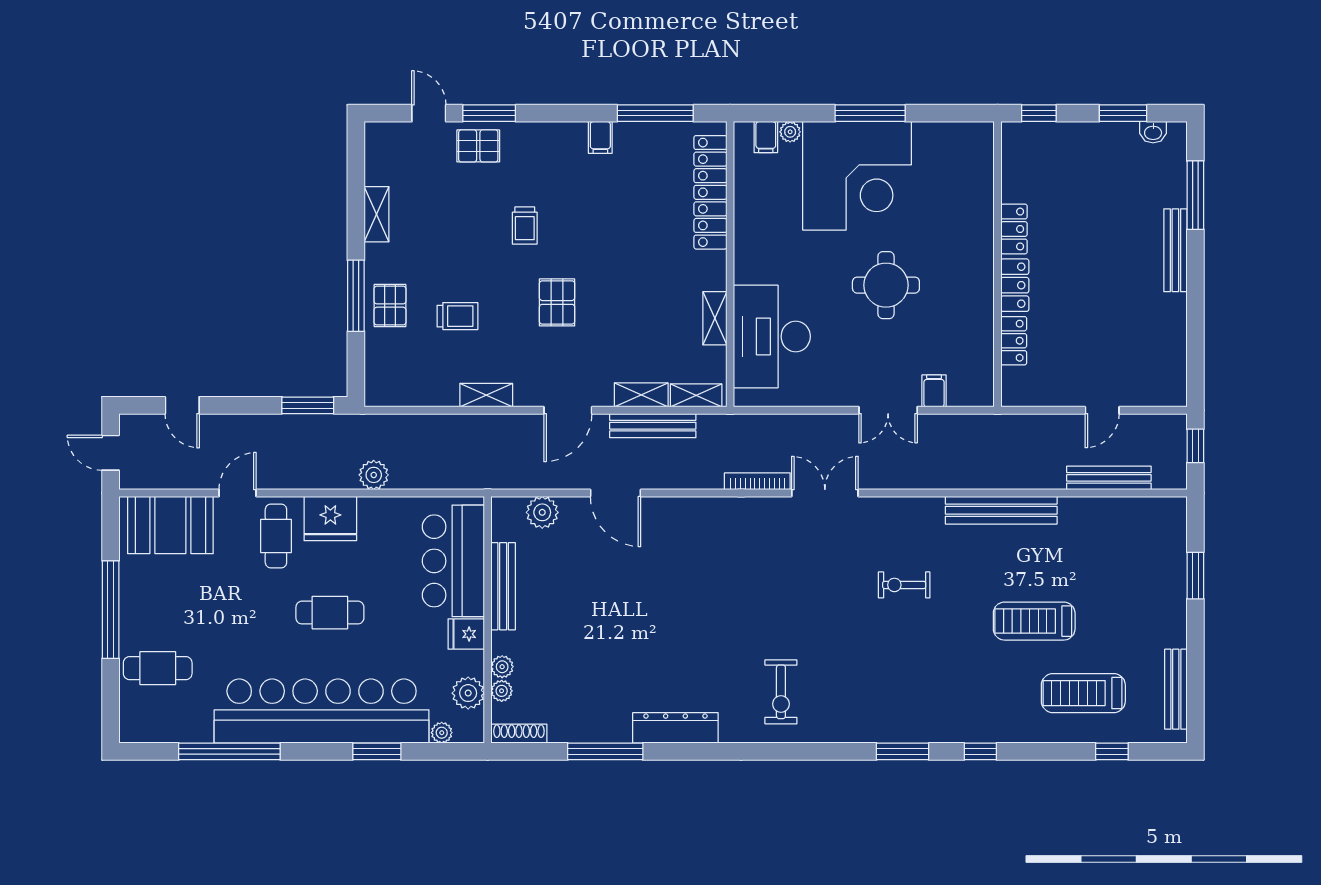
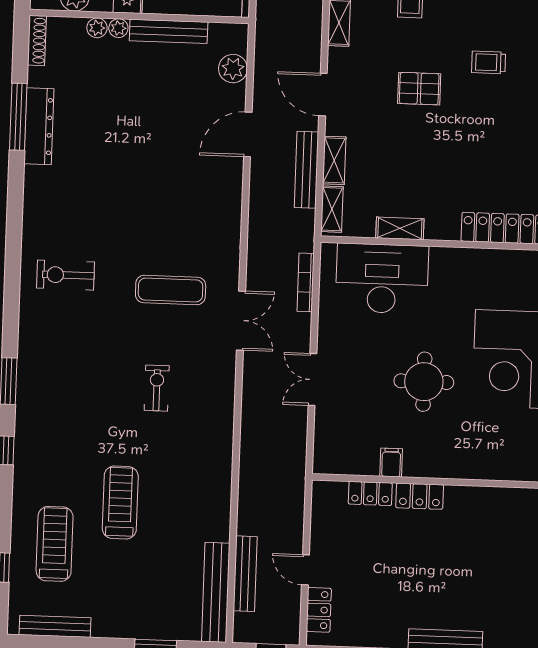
locker: (1014, 229) -> (319, 610), moved, turned -90
filing cabinet: (934, 391) -> (391, 463), moved, turned -90
bookcase: (757, 481) -> (306, 282), moved, turned 180
bench: (1001, 510) -> (216, 592), moved
exercise mat: (793, 573) -> (171, 290), added
plant: (502, 691) -> (118, 28), moved
dresser: (675, 728) -> (39, 126), moved

